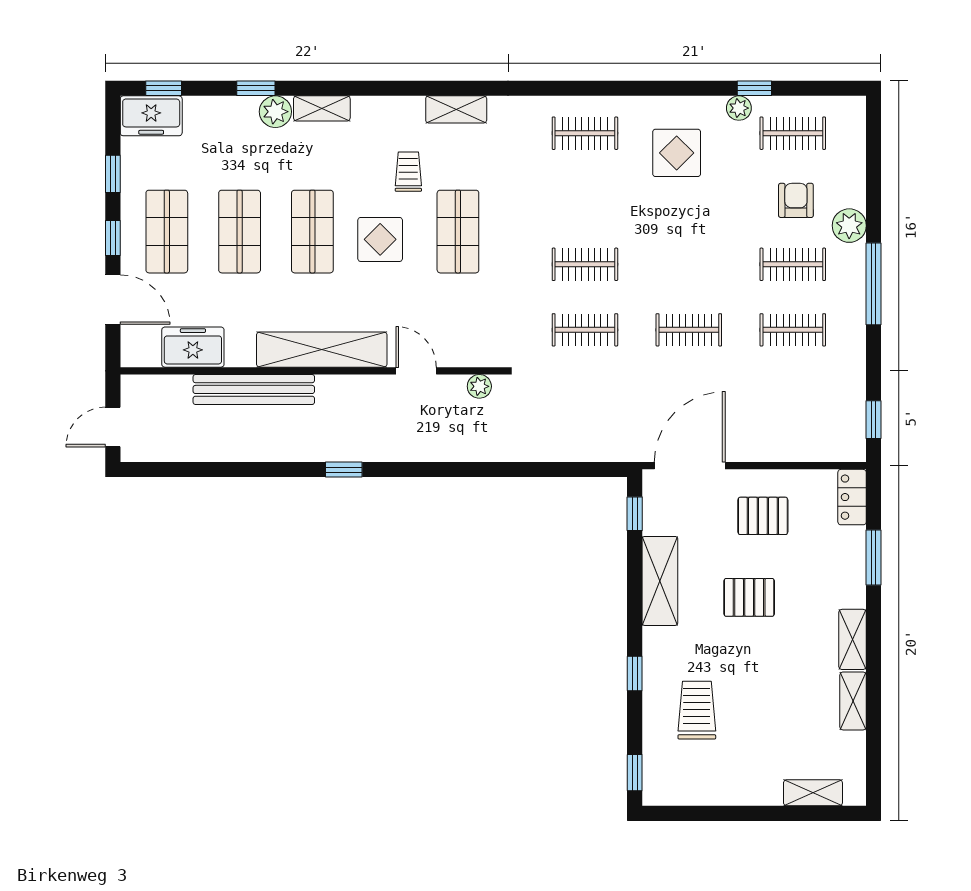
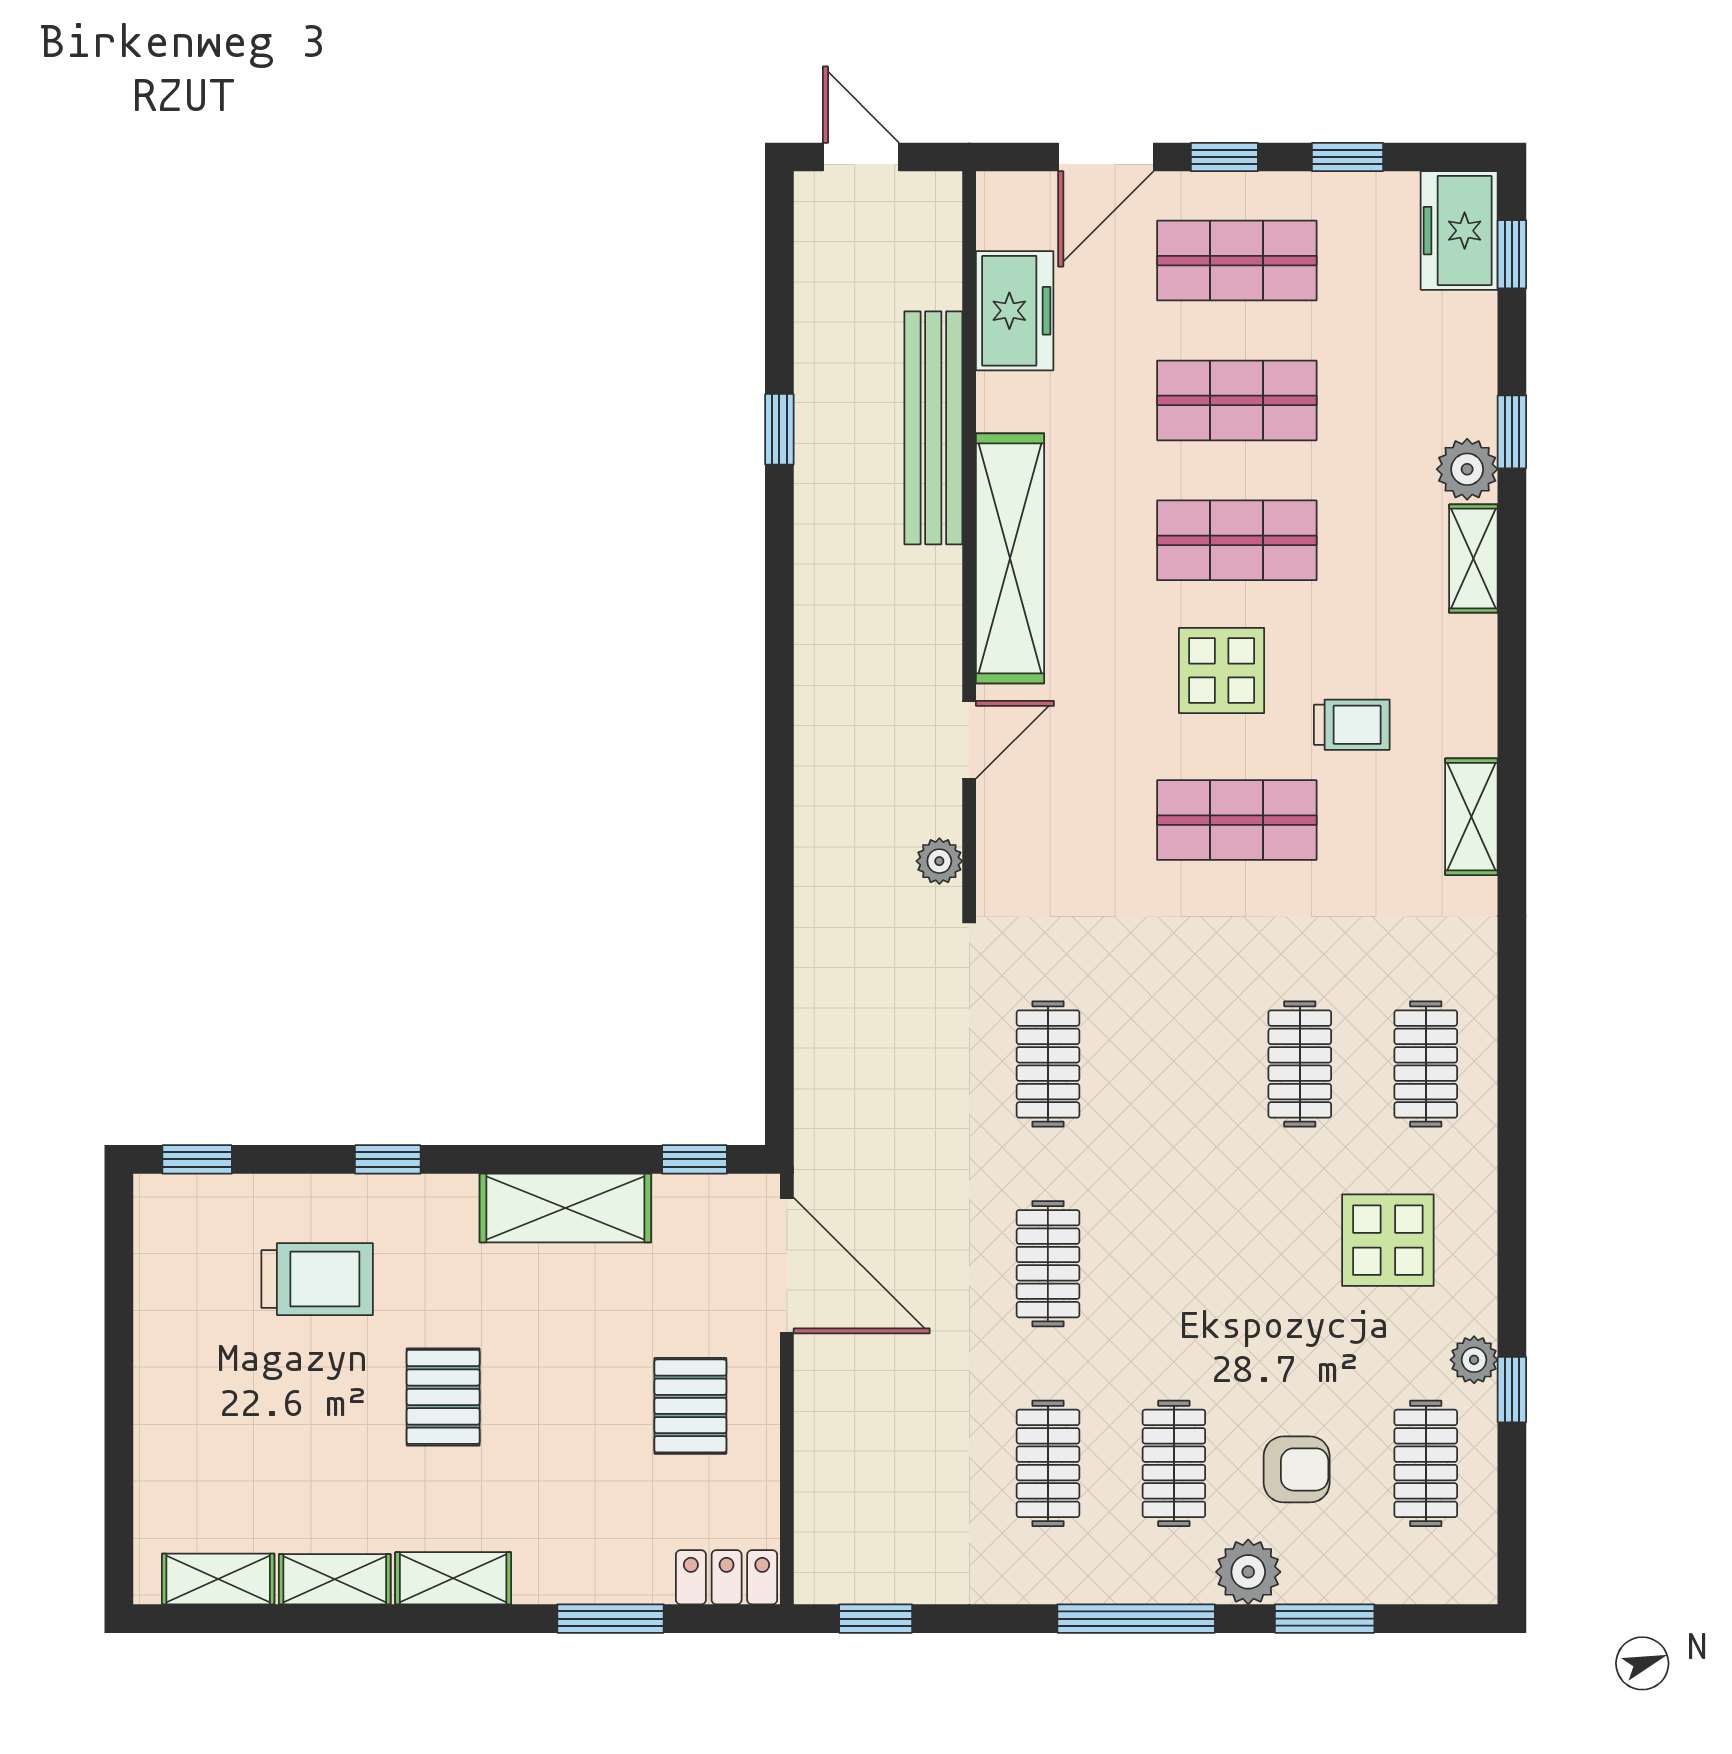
window: (874, 186) -> (1325, 1619), added
clothes rail: (585, 264) -> (1300, 1064), moved
window: (344, 470) -> (779, 429), moved
pallet: (749, 597) -> (443, 1397), moved
shelving: (813, 793) -> (218, 1579), moved, turned 90

